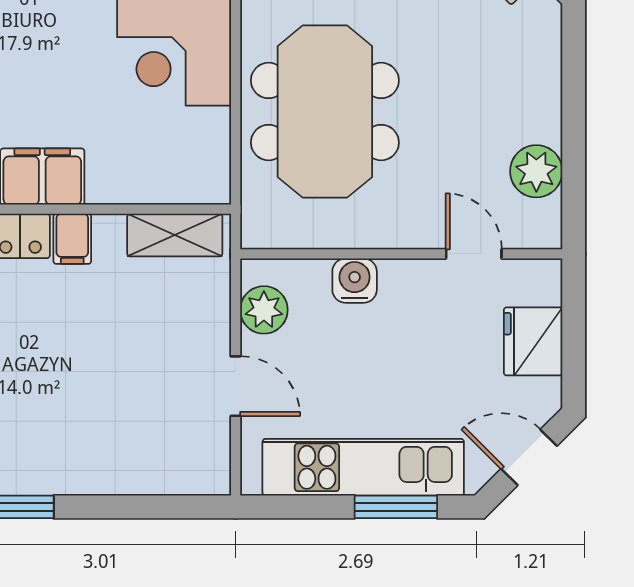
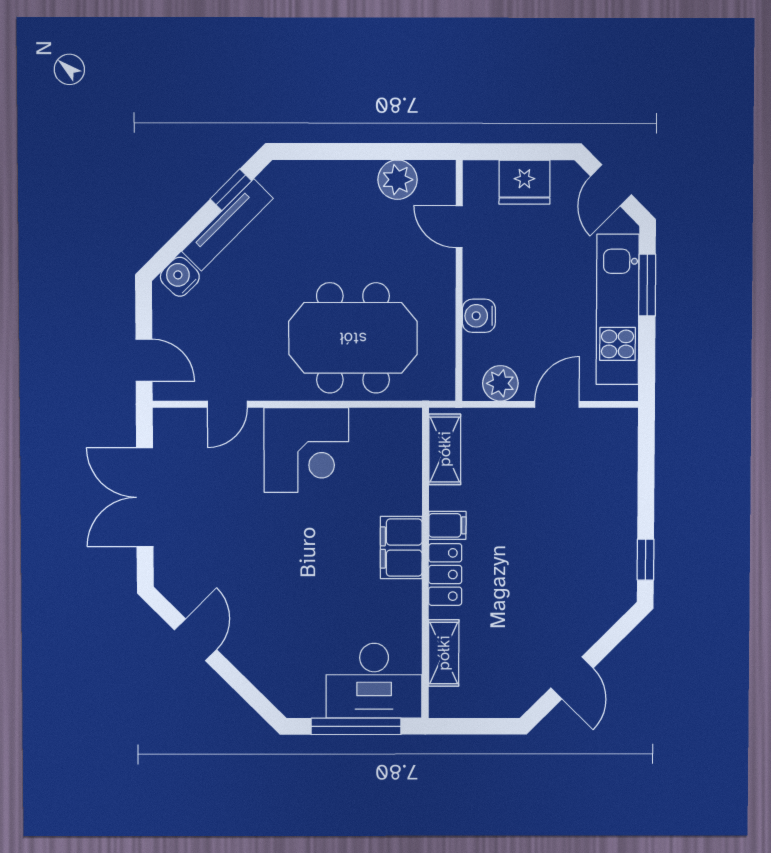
door: (474, 254) -> (459, 227), hinge flipped

